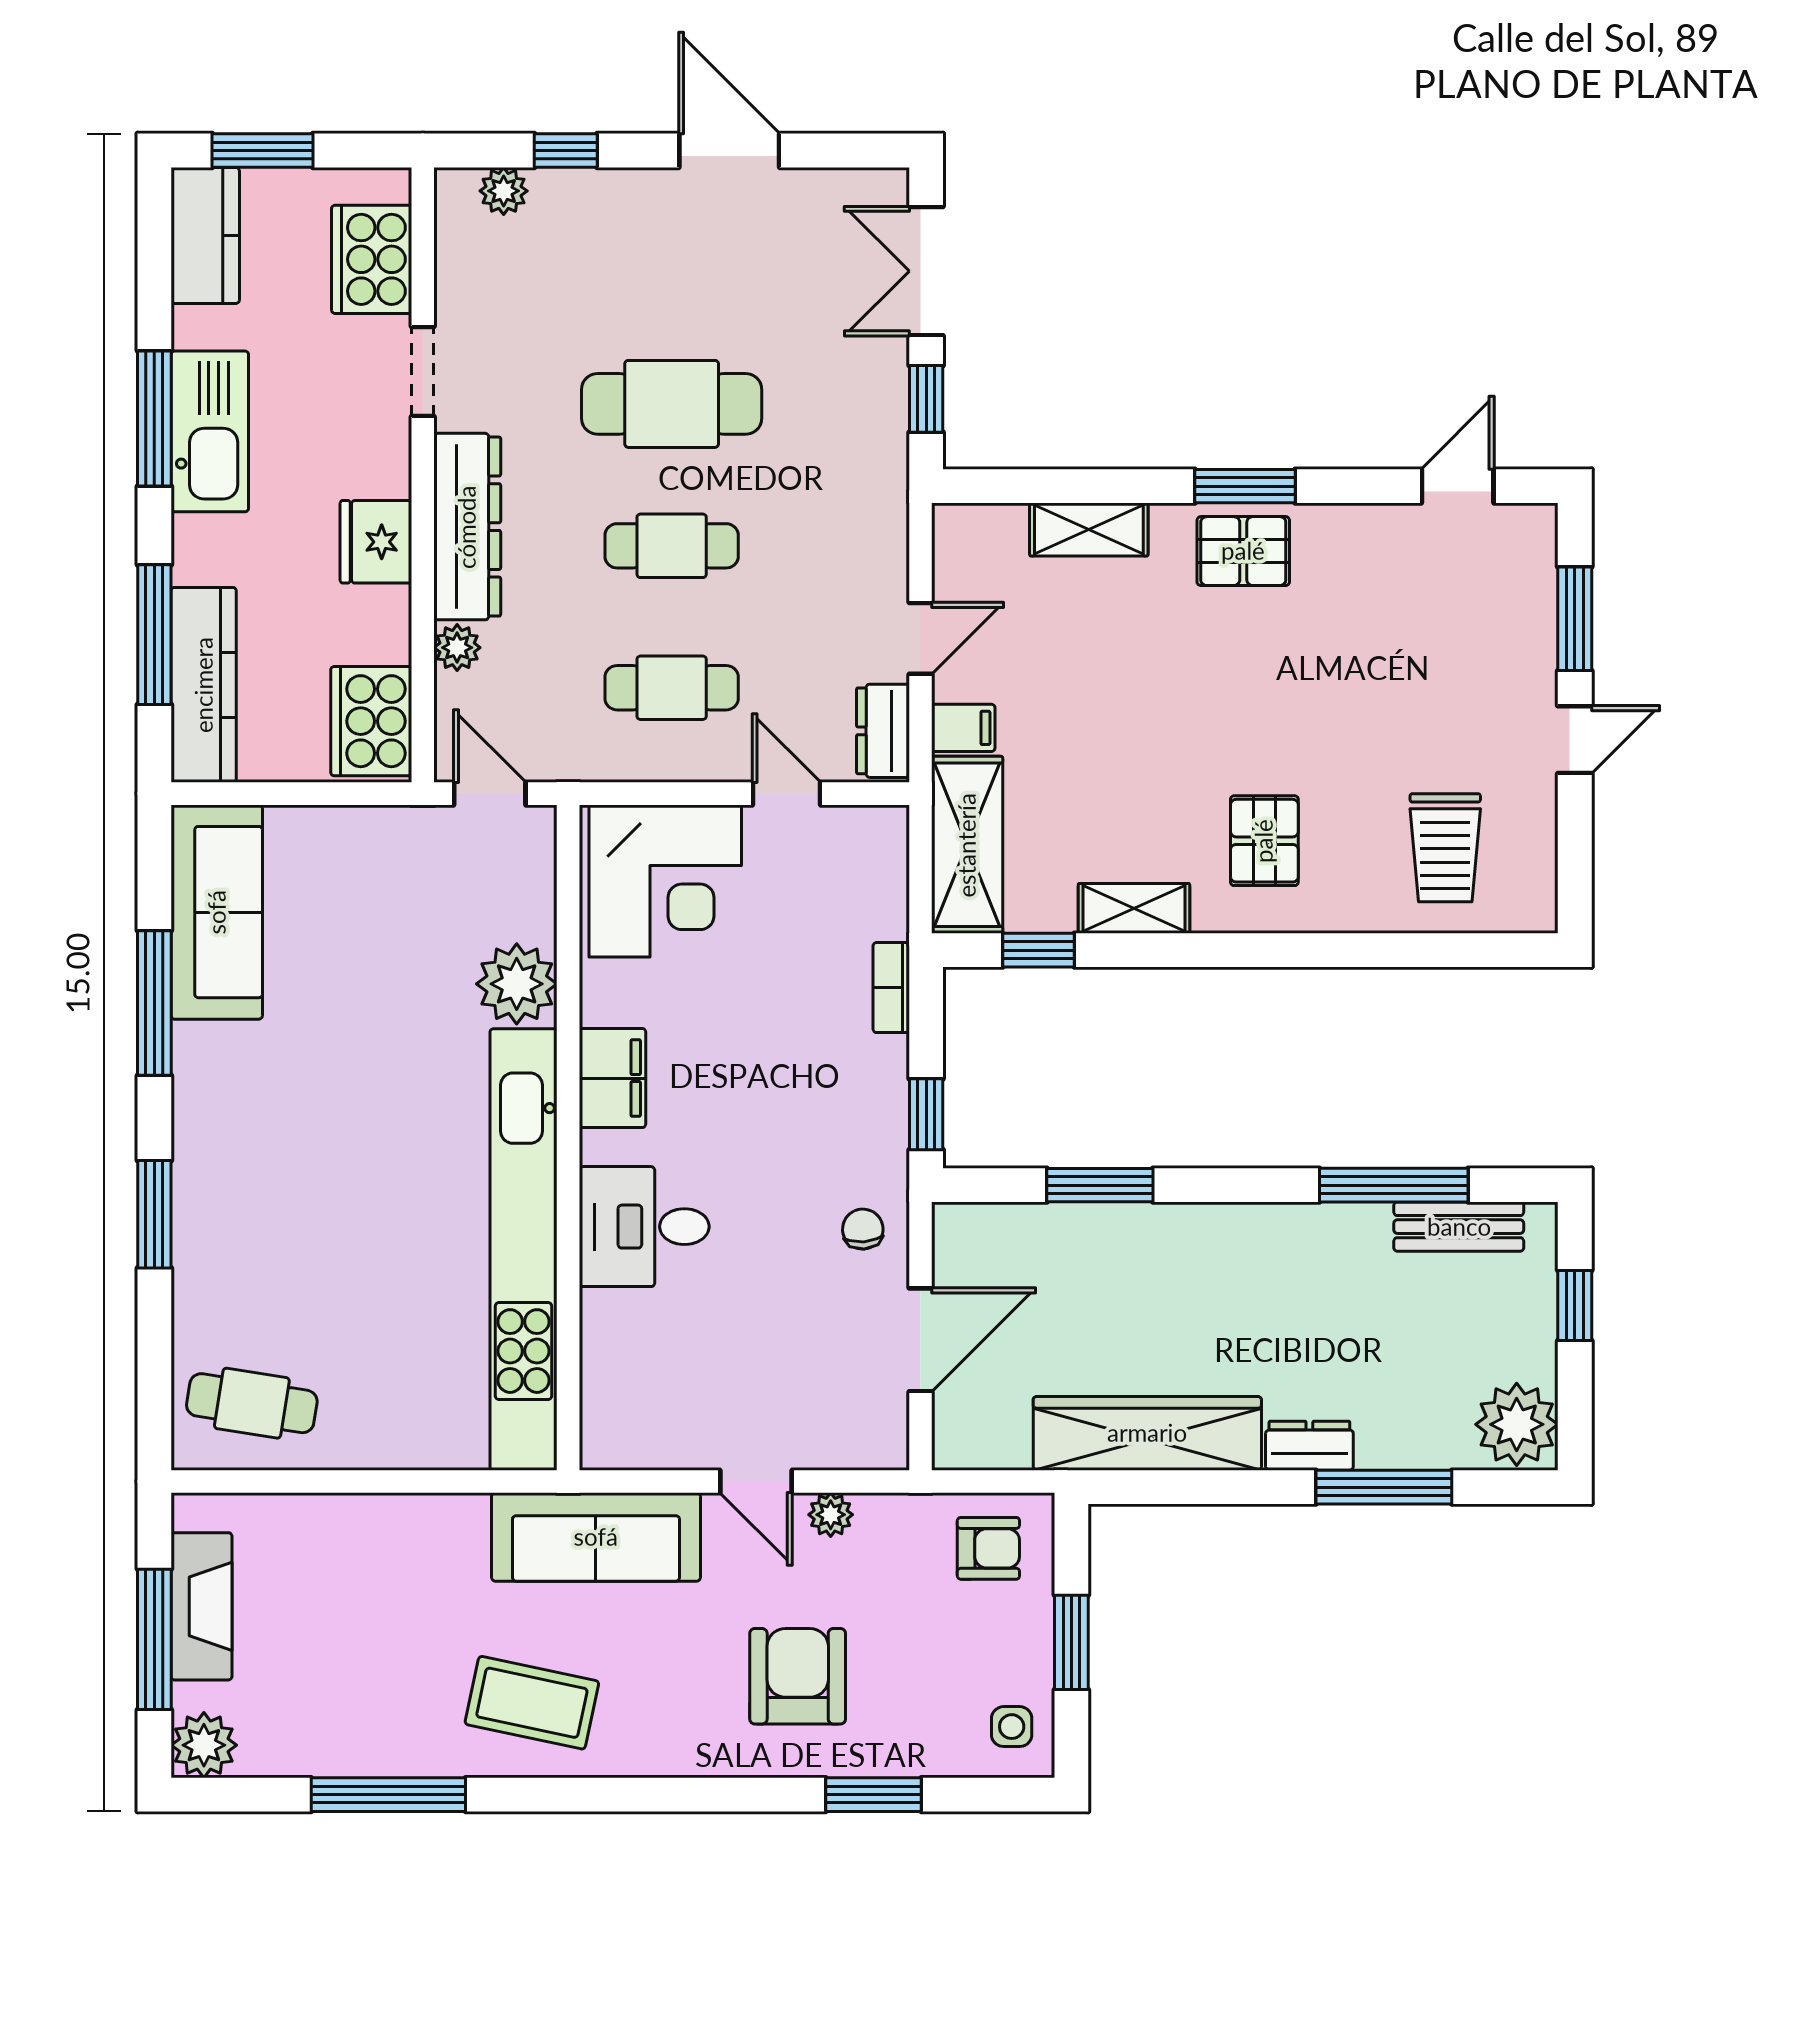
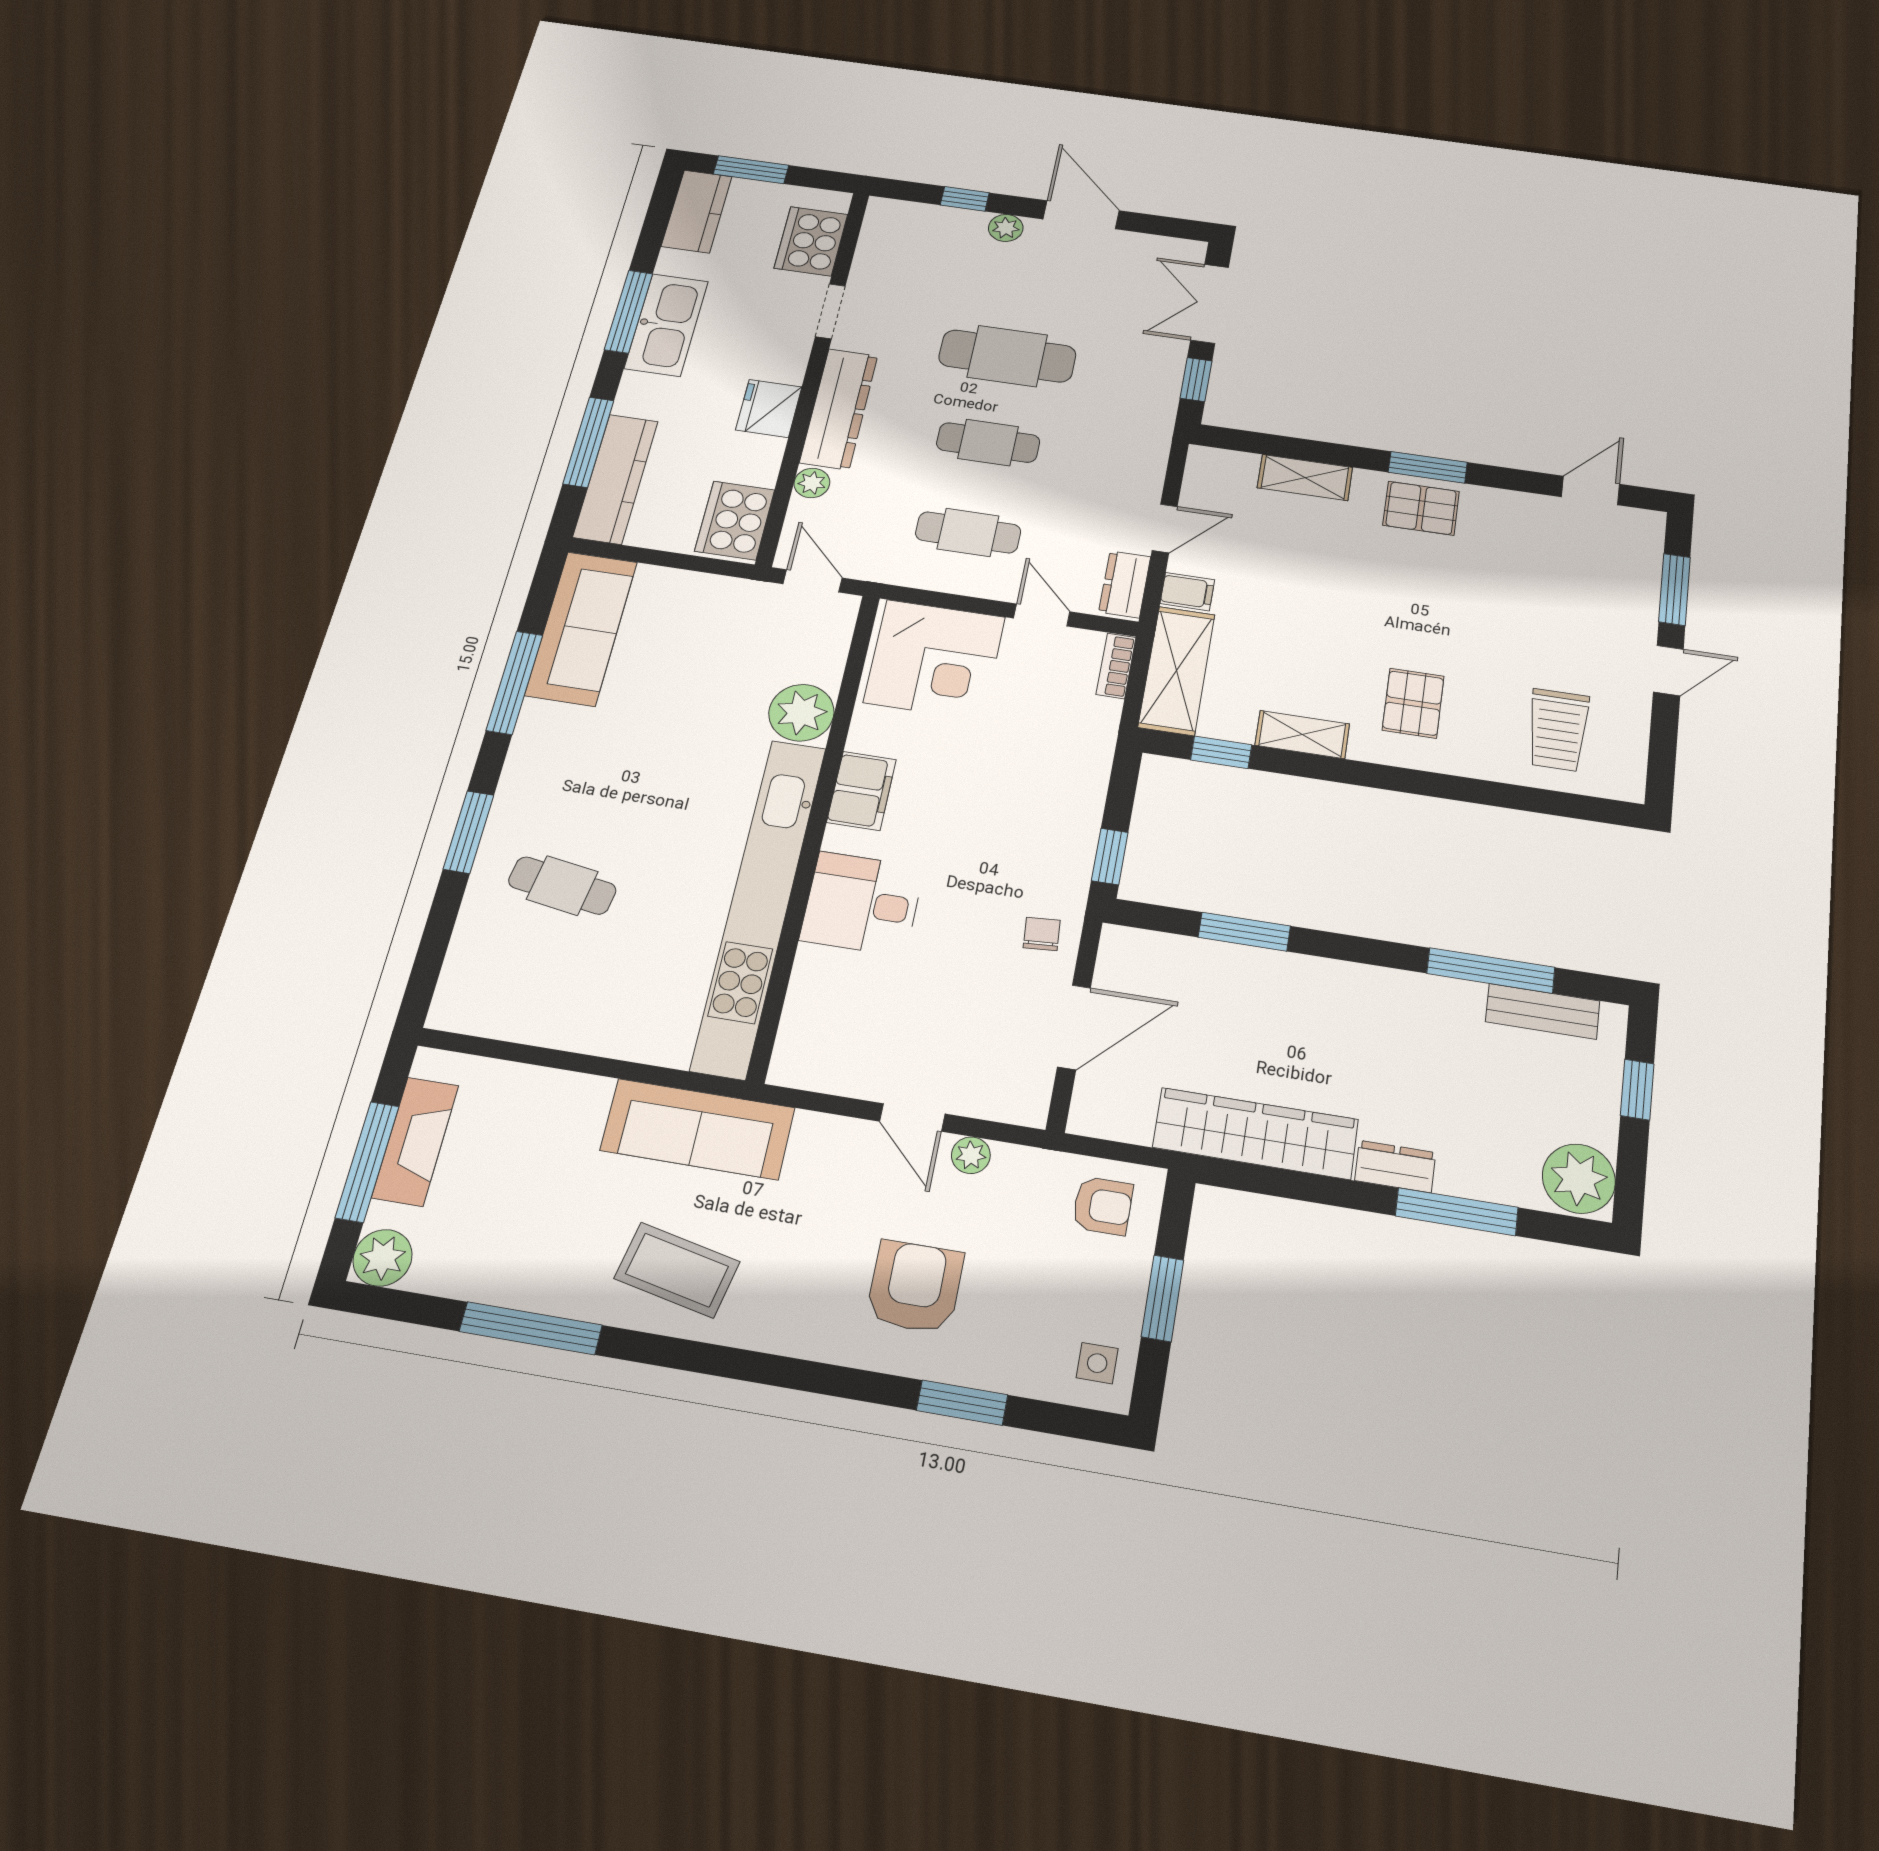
plant: (504, 191) -> (1006, 228), moved
bookcase: (891, 988) -> (1116, 666), moved
cafe table: (252, 1403) -> (562, 886), moved
sofa: (596, 1537) -> (698, 1129), moved

